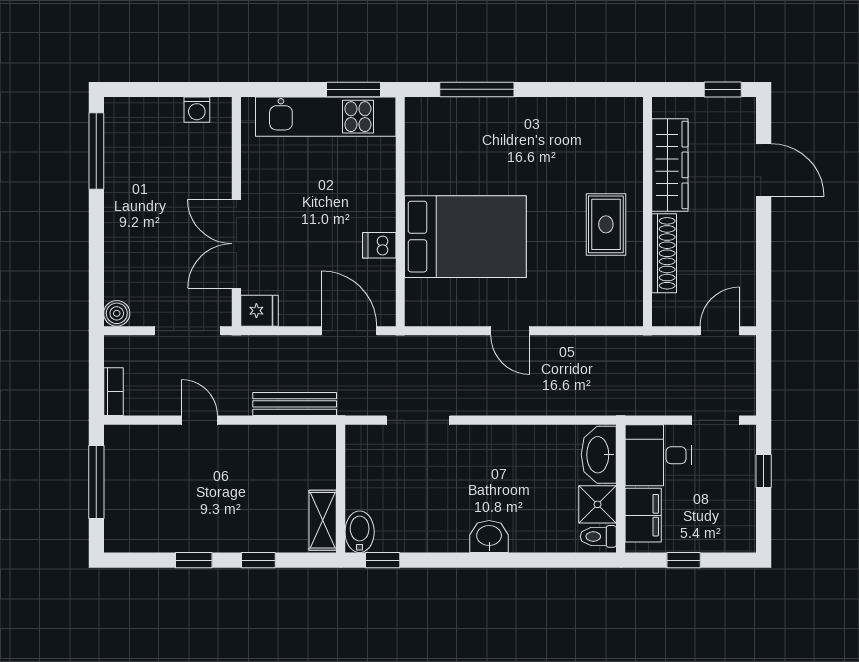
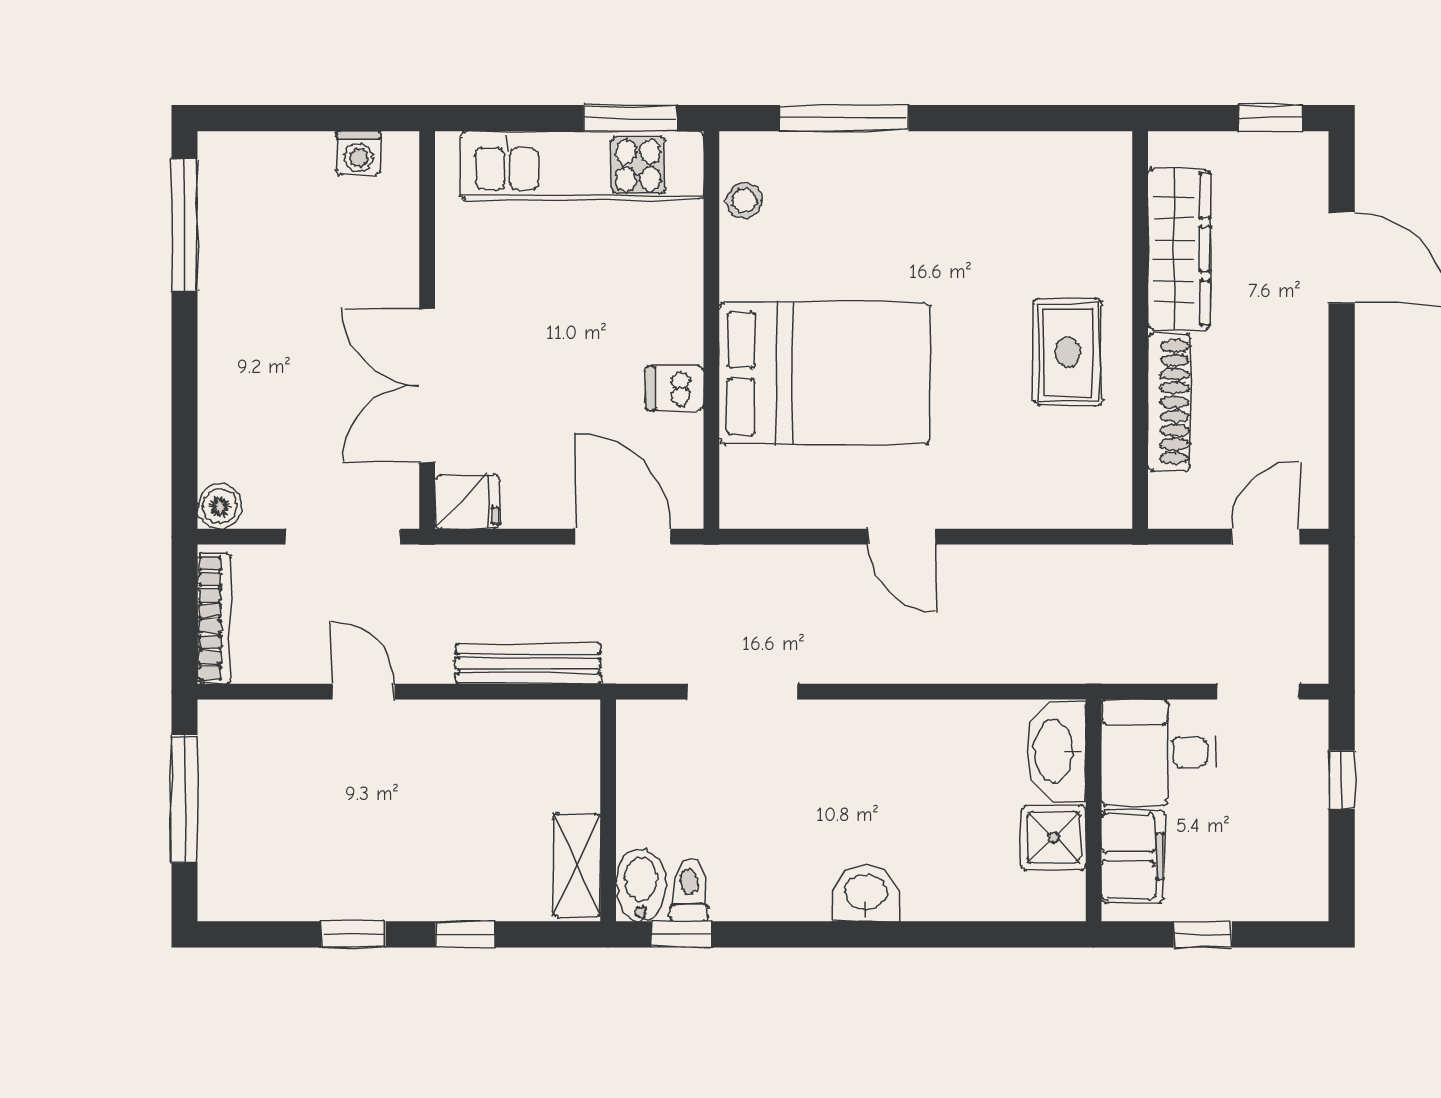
stool: (419, 137) -> (744, 201), added
bookcase: (113, 392) -> (214, 619), width x1.56
toilet: (598, 536) -> (689, 890), moved, turned 90

